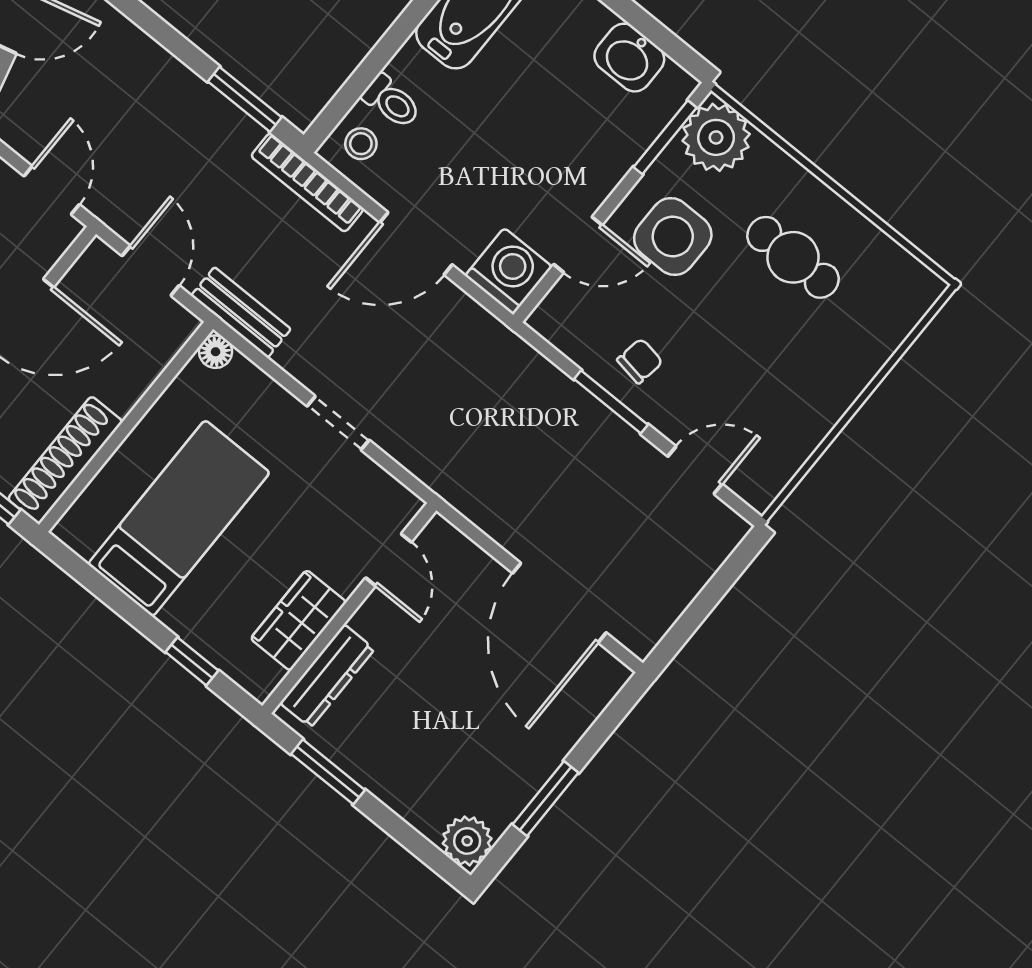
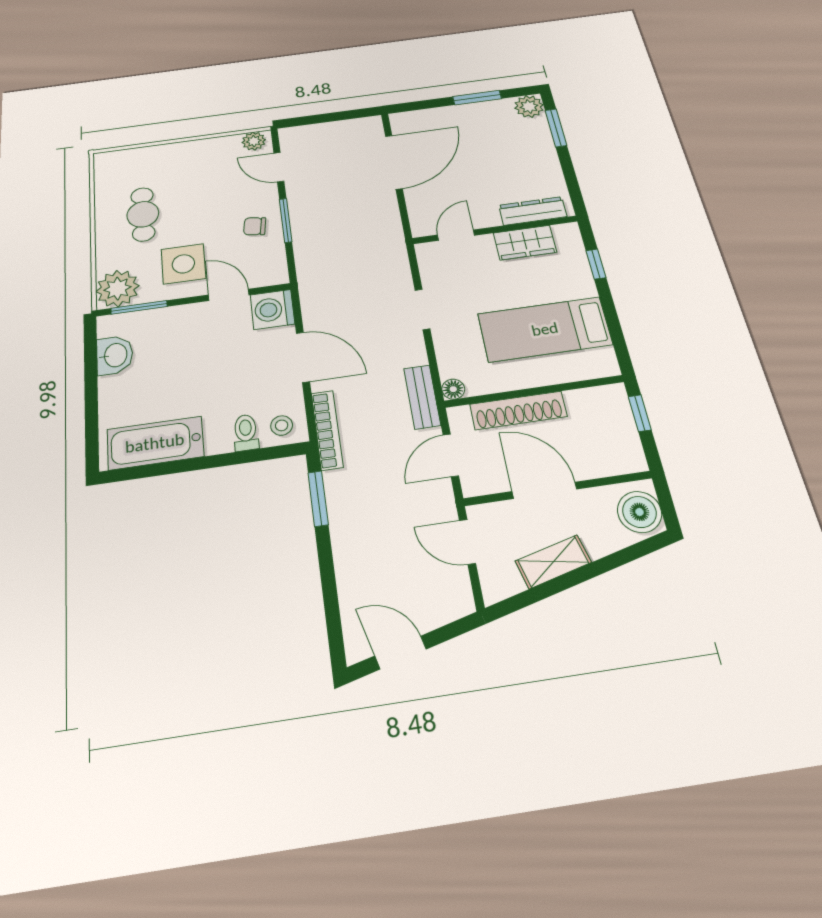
door: (52, 190) -> (468, 542), hinge flipped
shoe rack: (65, 460) -> (518, 410), moved
plant: (766, 481) -> (254, 141), added
window: (328, 772) -> (556, 128), moved

